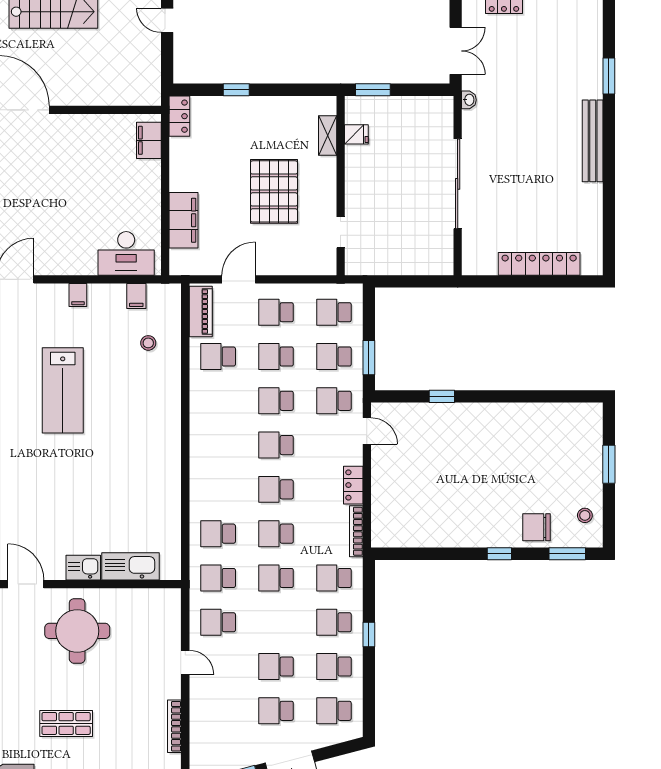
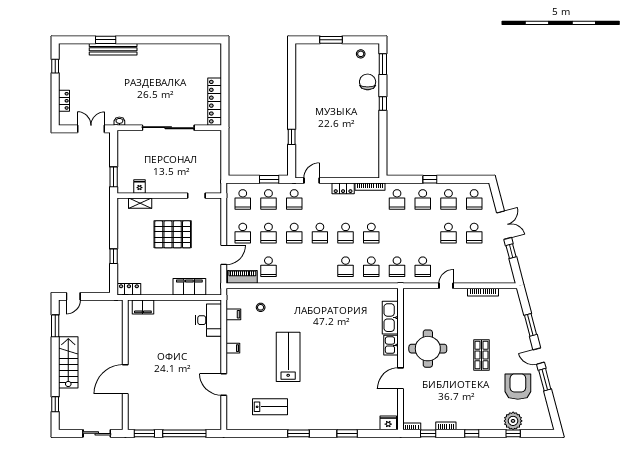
bench: (593, 141) -> (113, 49), moved
locker: (539, 264) -> (215, 102), moved
door: (239, 279) -> (224, 255), swing flipped
lab bench: (63, 390) -> (288, 357), turned -90
chair: (537, 527) -> (368, 82), turned 180
school desk: (276, 578) -> (346, 267), moved

